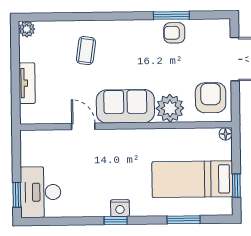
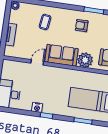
armchair: (174, 33) -> (82, 26), moved
door: (83, 126) -> (37, 62), hinge flipped
nightstand: (120, 208) -> (37, 107), moved

